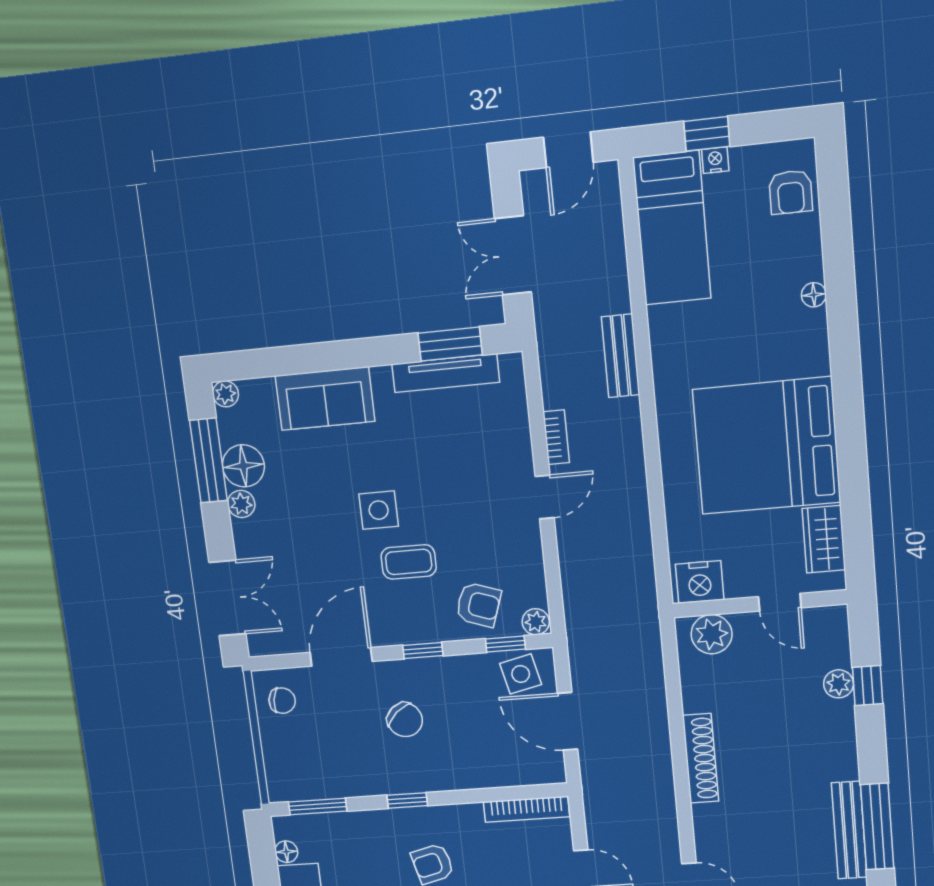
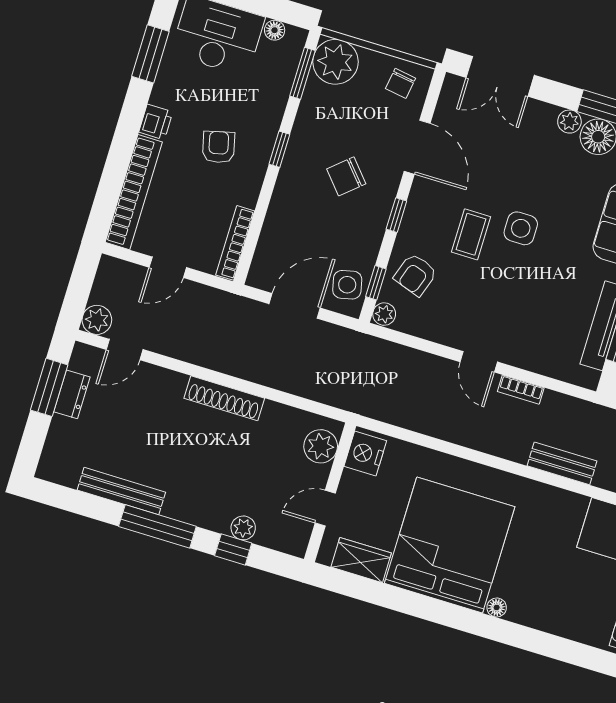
floor lamp: (814, 295) -> (497, 607), moved
plant: (290, 777) -> (335, 62), added
window: (877, 827) -> (157, 526), moved

